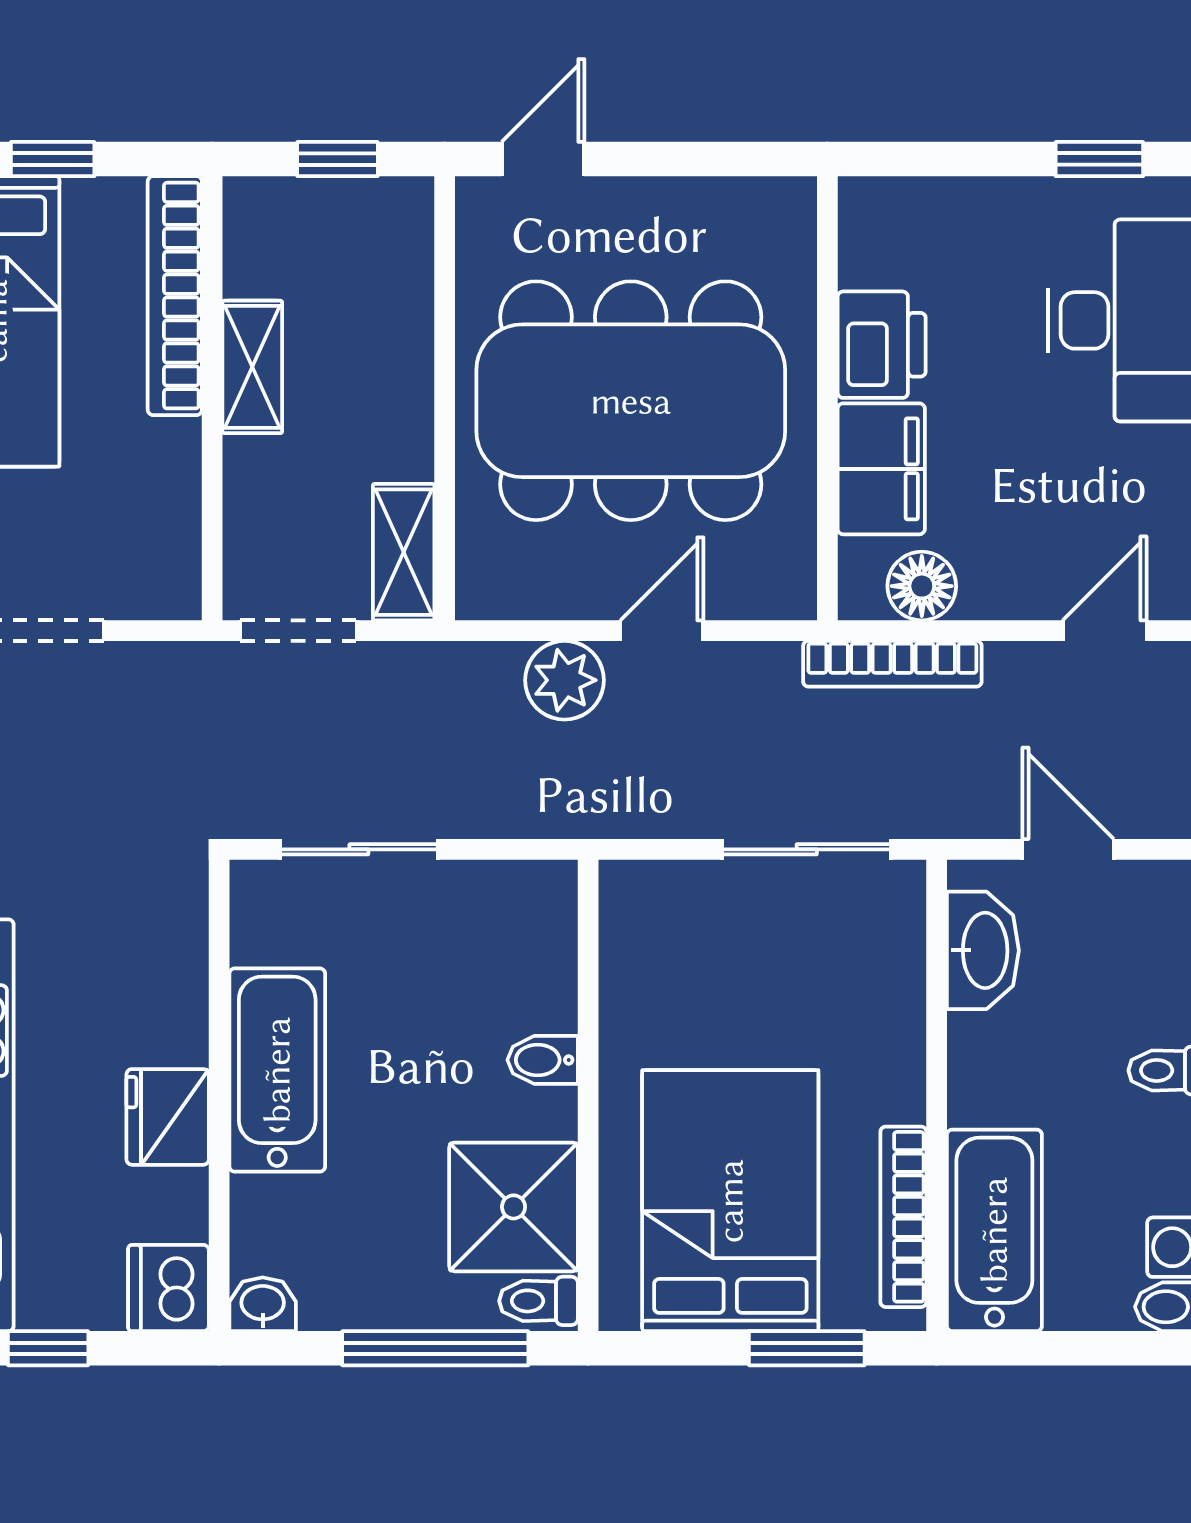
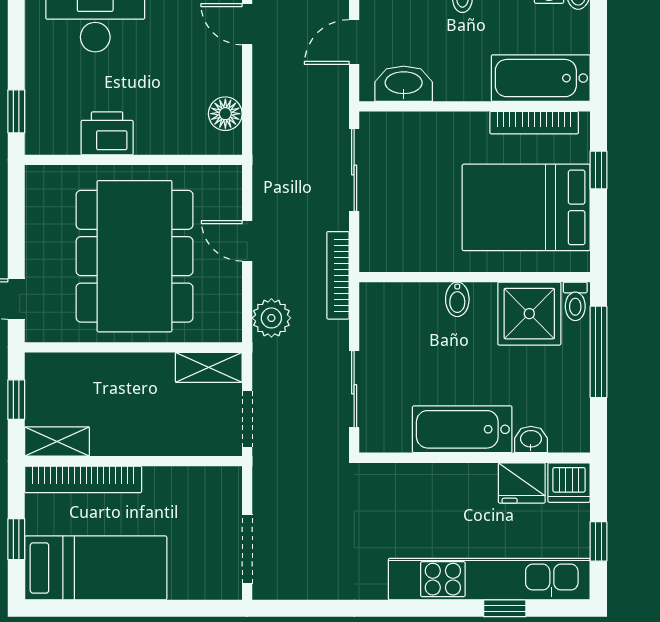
window: (1099, 159) -> (16, 111), moved
shelving: (252, 367) -> (57, 441), moved
filing cabinet: (881, 469) -> (168, 134), removed
bookcase: (892, 664) -> (338, 275), moved, turned 180
plant: (564, 680) -> (271, 318), moved
fridge: (168, 1117) -> (522, 483), moved
washbasin: (263, 1304) -> (531, 440), moved, turned 90
window: (807, 1348) -> (598, 170), width x0.67

